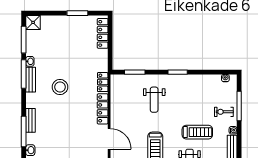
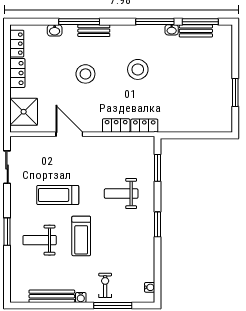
shower: (33, 22) -> (223, 34), removed
locker: (103, 33) -> (208, 126), removed
bench: (31, 80) -> (196, 31), moved
locker: (103, 109) -> (116, 126), width x0.66
stool: (63, 127) -> (85, 74), added
treadmill: (197, 132) -> (81, 236), moved
door: (109, 139) -> (69, 134), swing flipped

